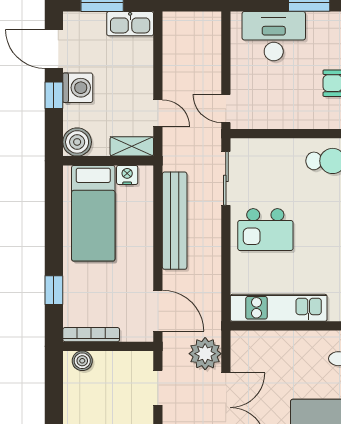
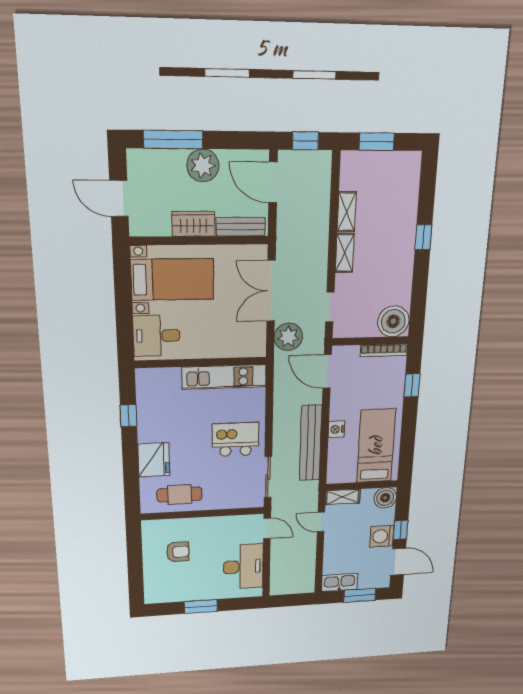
desk: (274, 36) -> (243, 567), moved, turned -90
nightstand: (127, 175) -> (336, 429), moved, turned 90
boiler: (82, 361) -> (393, 321), width x1.86, depth x1.86

